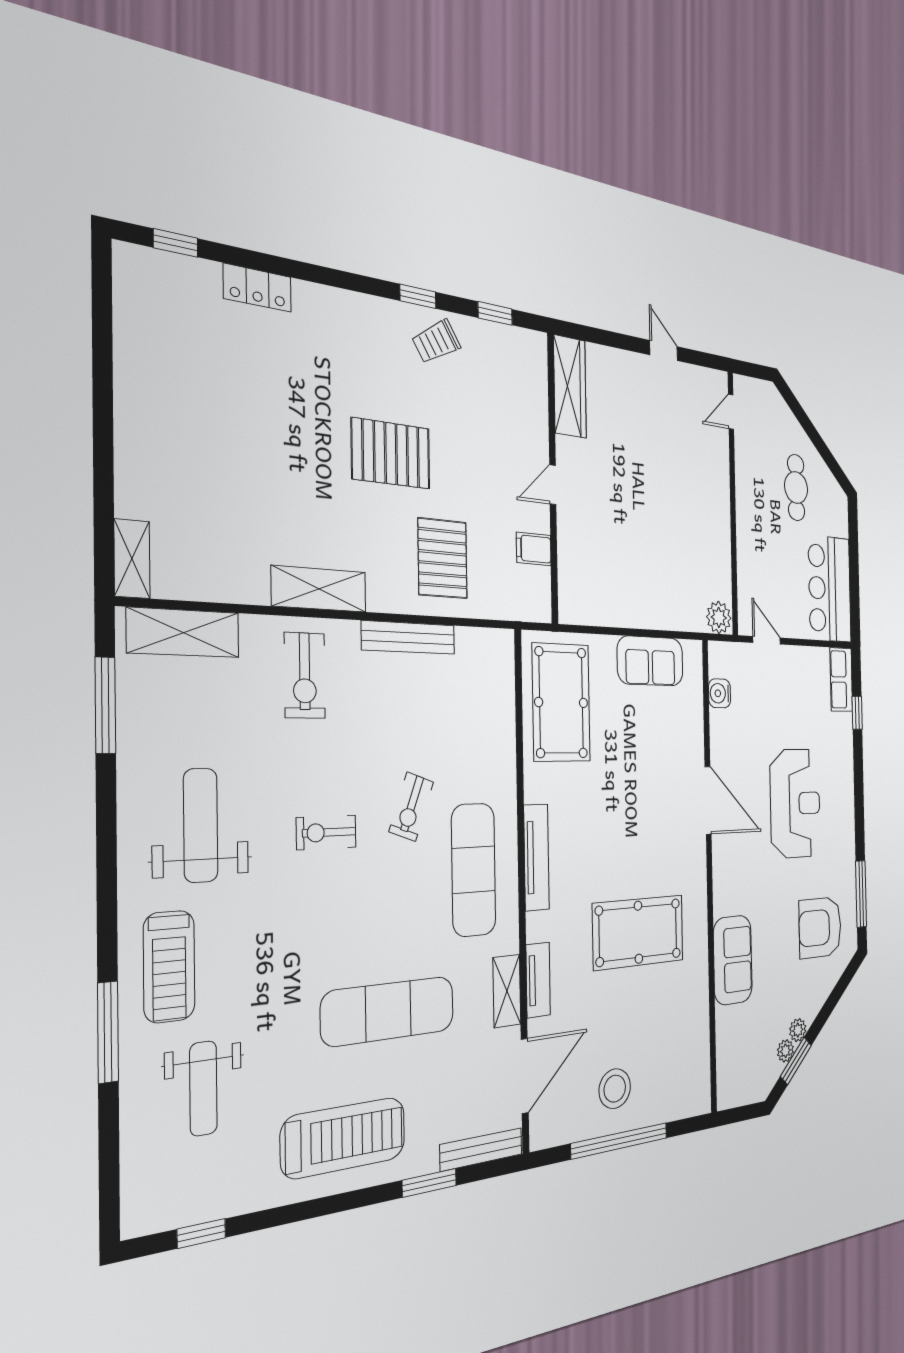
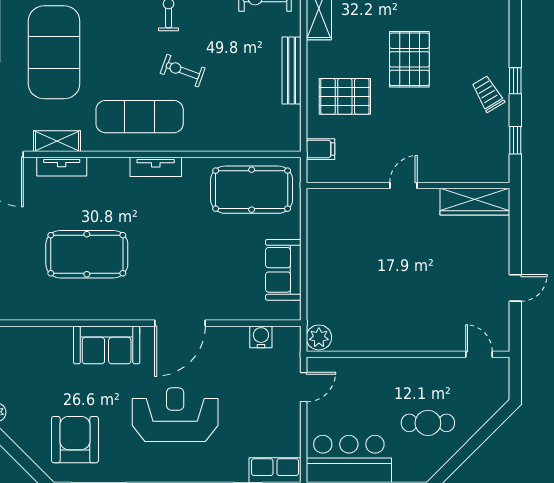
door: (553, 485) -> (403, 185), hinge flipped
filing cabinet: (534, 549) -> (320, 149), moved, turned 90
reception desk: (795, 803) -> (175, 415), turned 180
tv unit: (536, 857) -> (156, 167), width x0.71
pool table: (638, 932) -> (87, 254), turned 90
sofa: (733, 960) -> (107, 345), moved
exercise mat: (388, 1011) -> (54, 52), width x1.47

